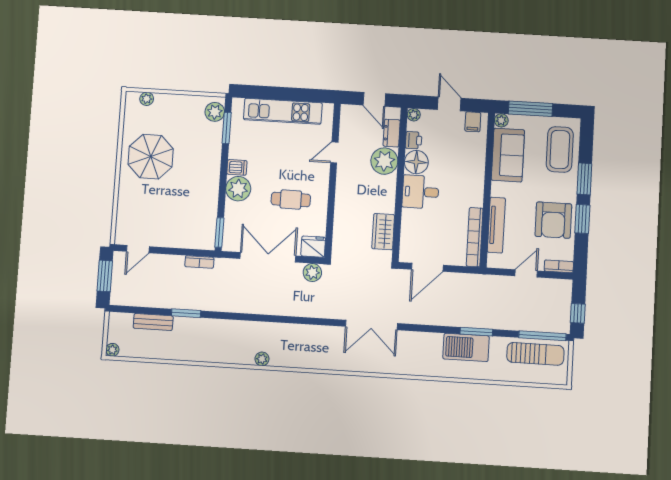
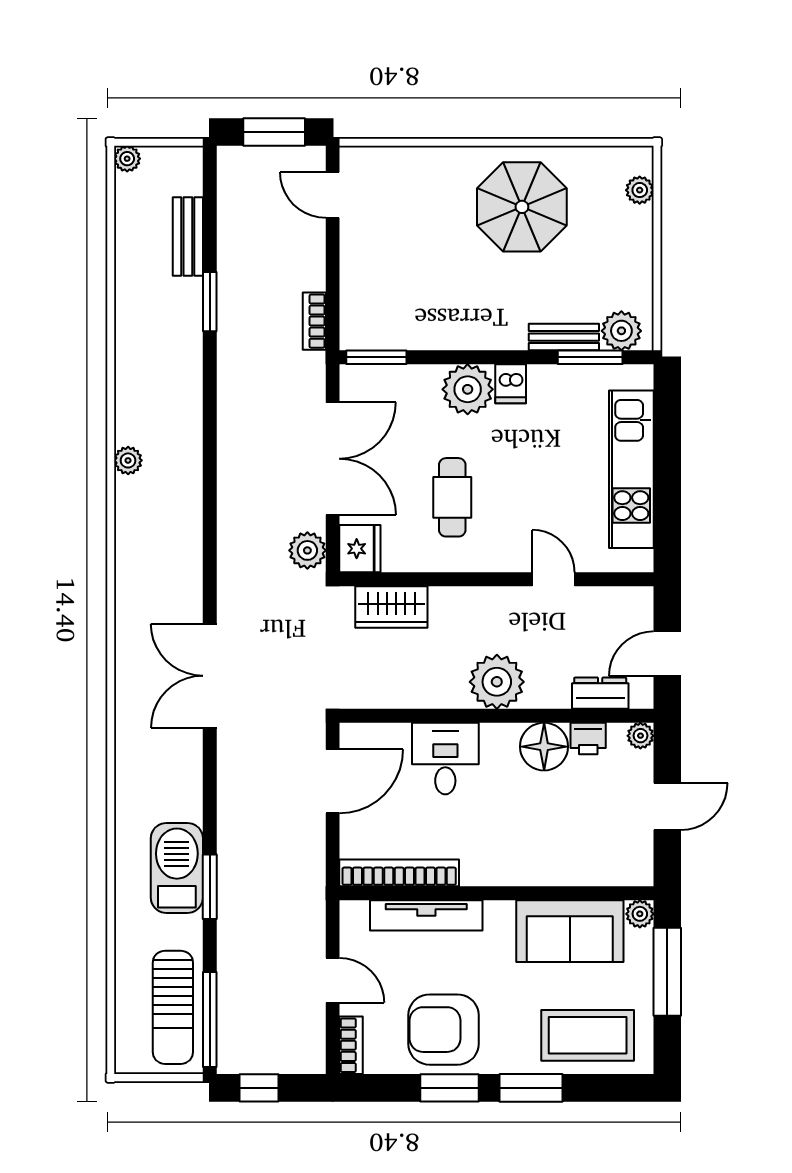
filing cabinet: (473, 122) -> (633, 856), removed
bench: (216, 140) -> (564, 337), added
plant: (384, 161) -> (497, 682), moved
desk: (420, 192) -> (445, 759), moved
wardrobe: (383, 232) -> (391, 607), moved, turned 180
door: (427, 267) -> (333, 781), swing flipped

